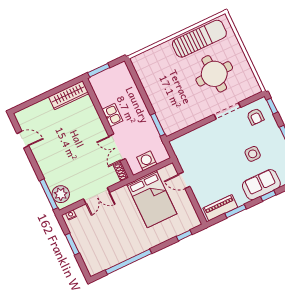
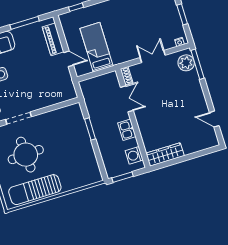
window: (99, 70) -> (123, 177), moved
window: (158, 125) -> (90, 129), moved
washing machine: (147, 161) -> (134, 155), moved, turned 90
bed: (152, 199) -> (96, 47), width x0.67
piano: (220, 208) -> (53, 39), moved, turned 90
window: (236, 211) -> (25, 23), width x1.44

